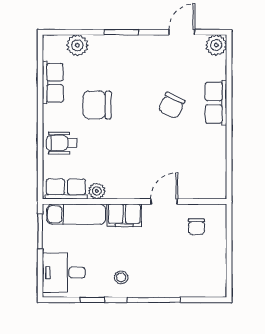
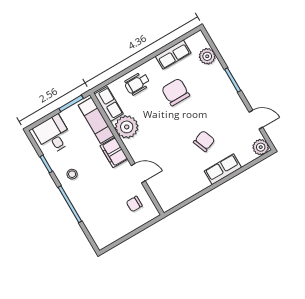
chair: (172, 105) -> (204, 141), turned 134
wheelchair: (62, 143) -> (137, 83), turned -90
plant: (97, 191) -> (127, 127), width x1.87, depth x1.87

